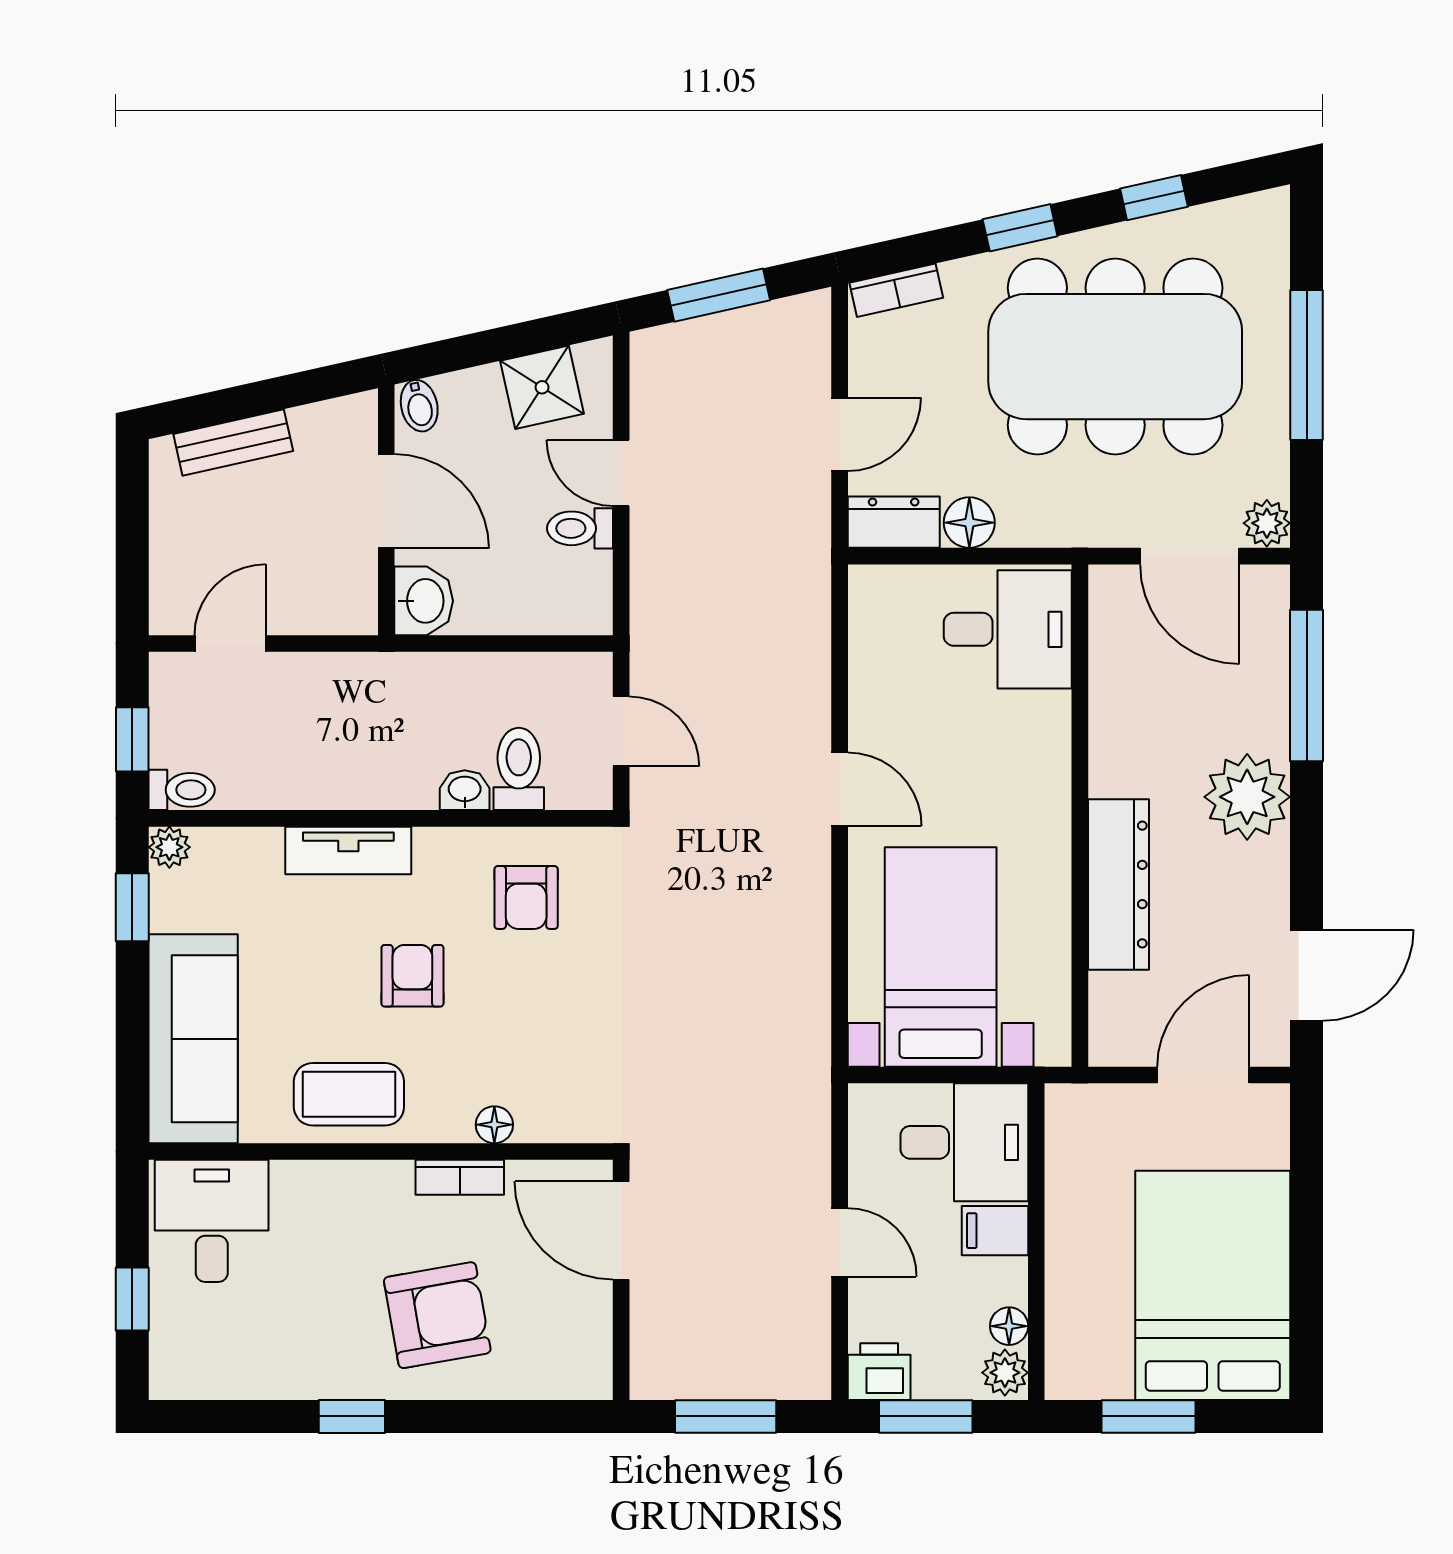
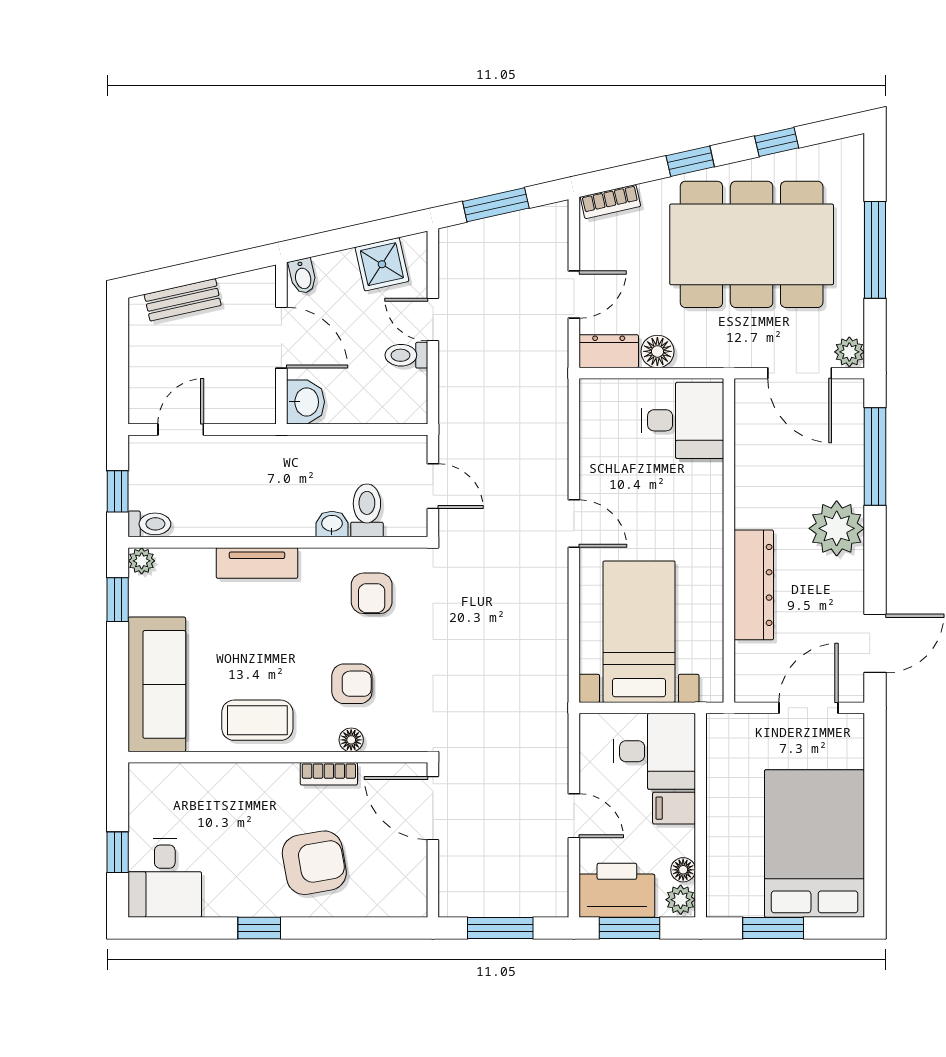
armchair: (412, 976) -> (352, 684), moved, turned 90
desk: (212, 1221) -> (165, 878), moved, turned 180
printer: (879, 1372) -> (617, 890), width x1.87, depth x1.48

